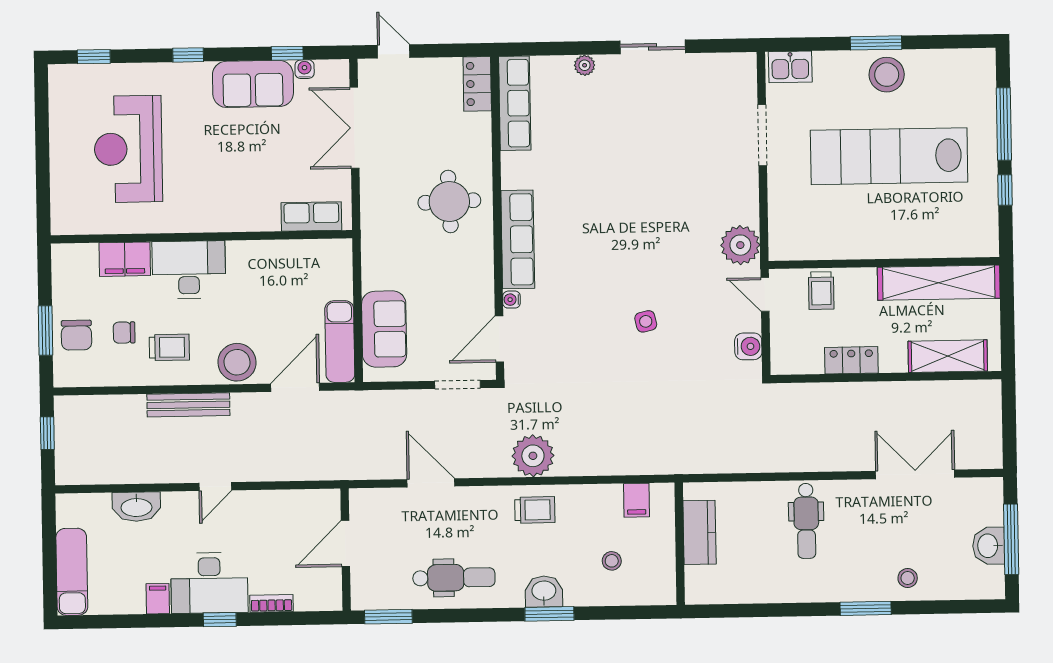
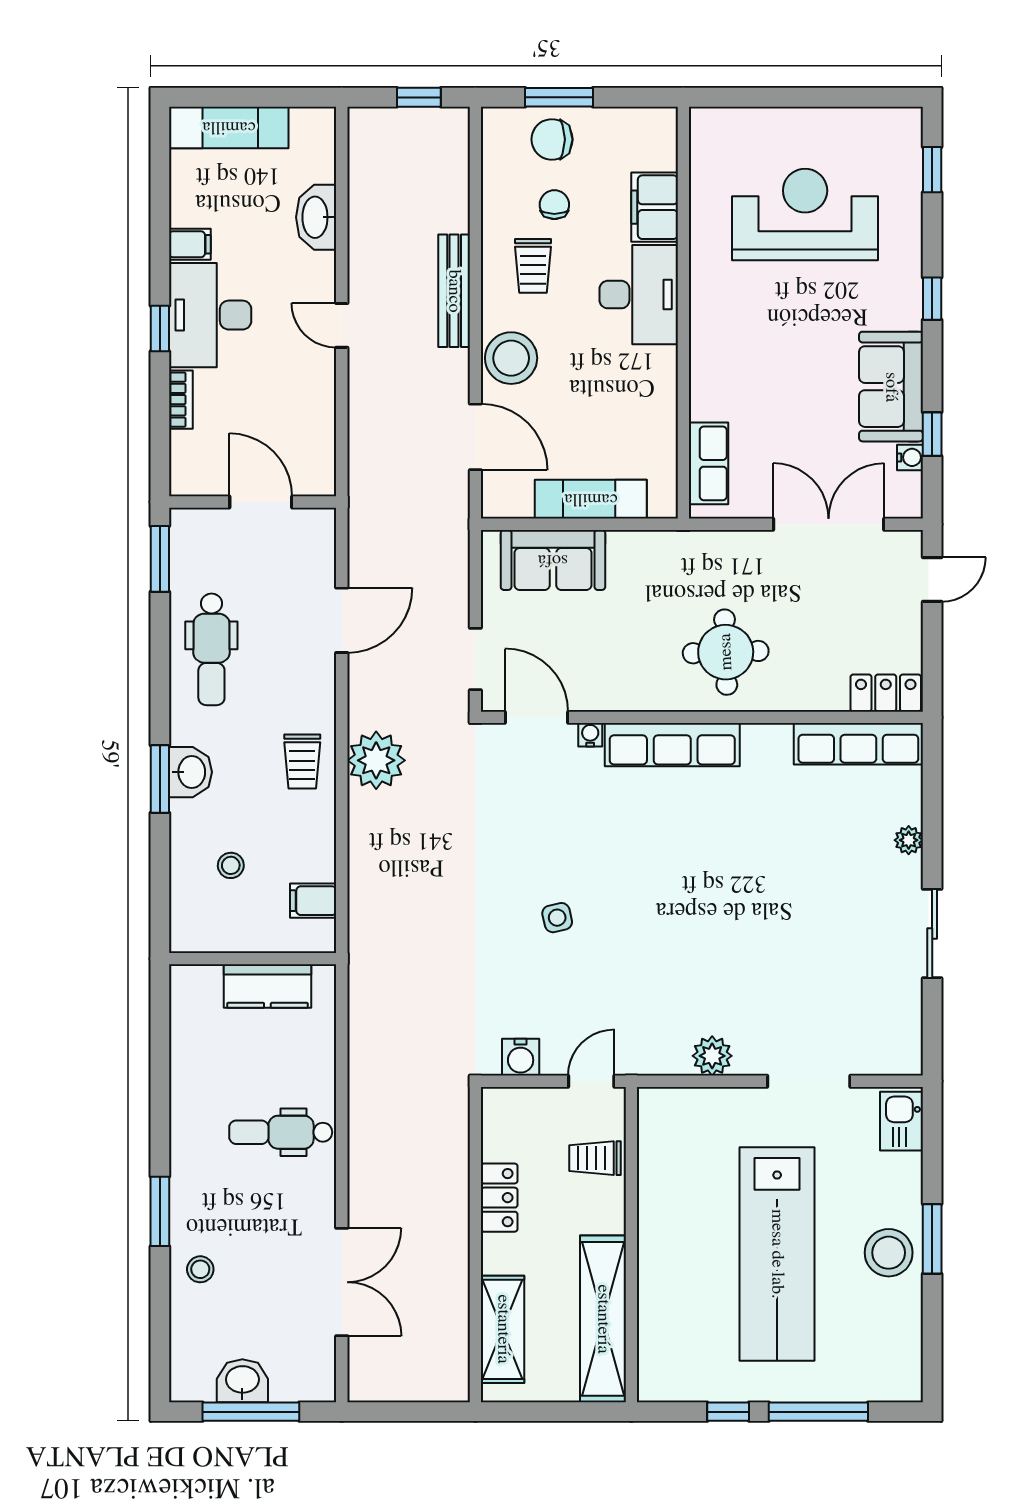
lab bench: (889, 156) -> (777, 1254), turned 180
plant: (740, 245) -> (712, 1056), moved, width x0.73, depth x0.73
exam couch: (340, 342) -> (591, 499), moved

